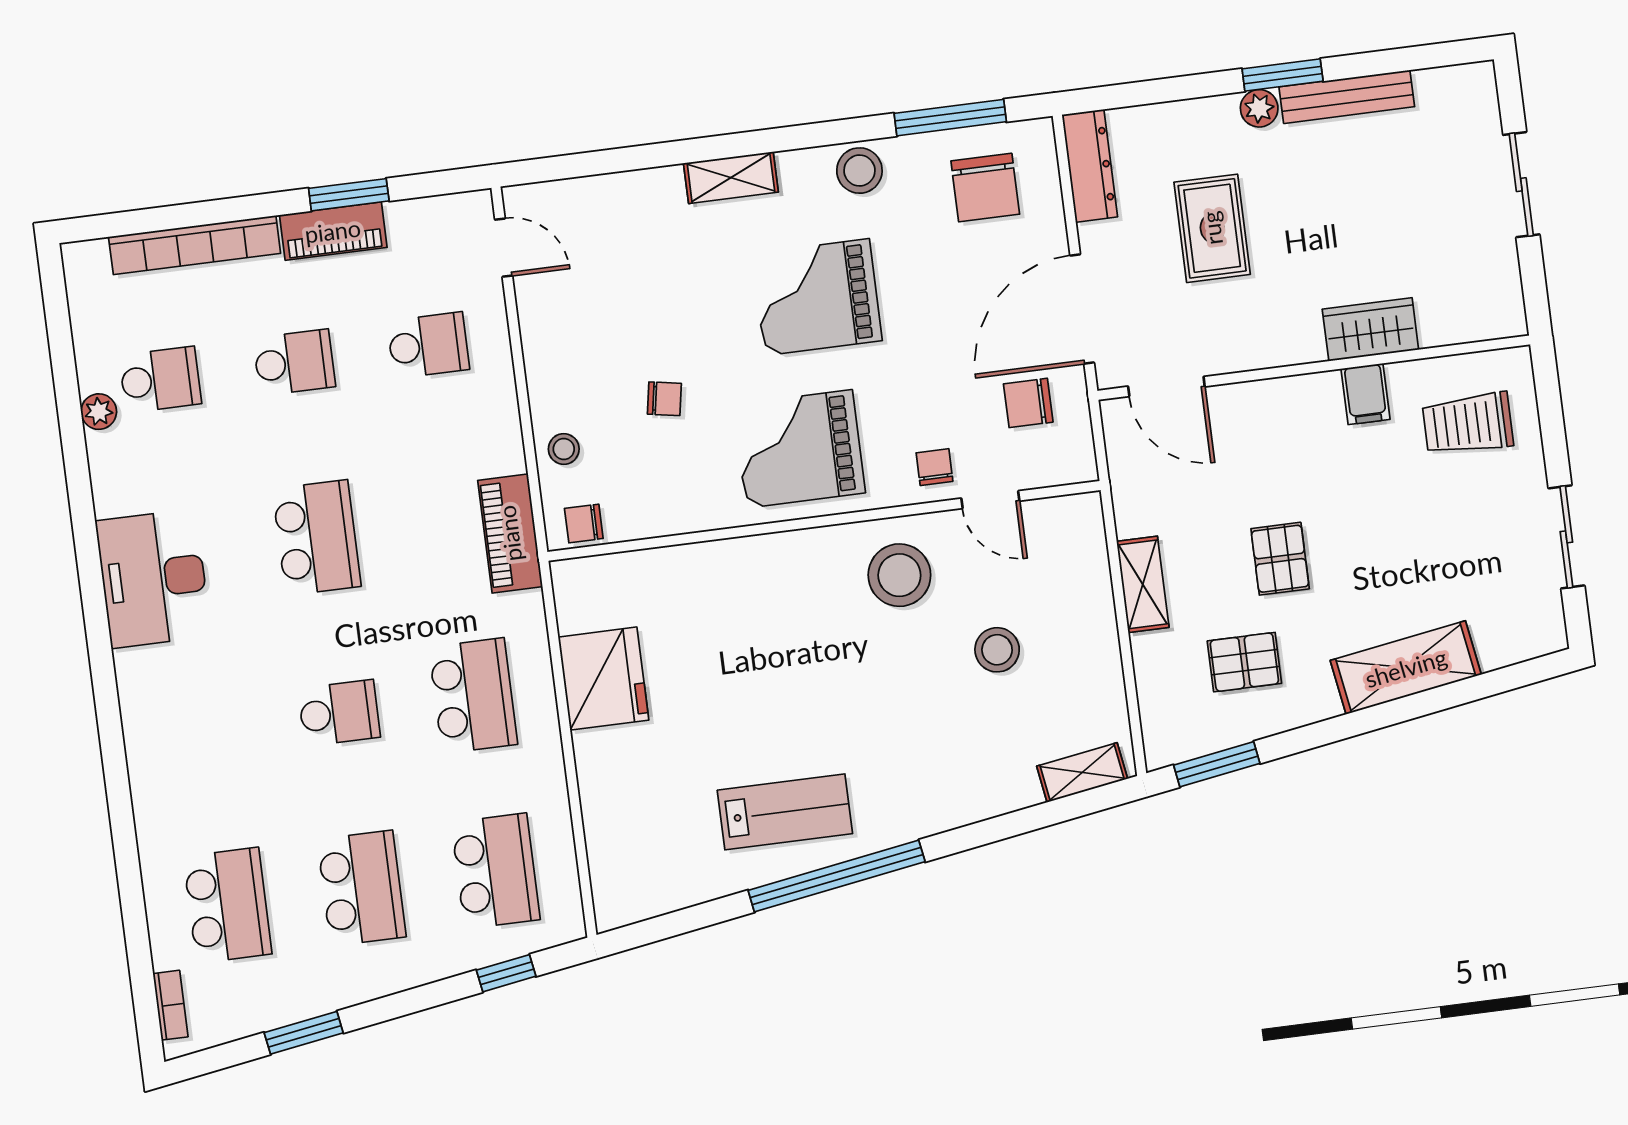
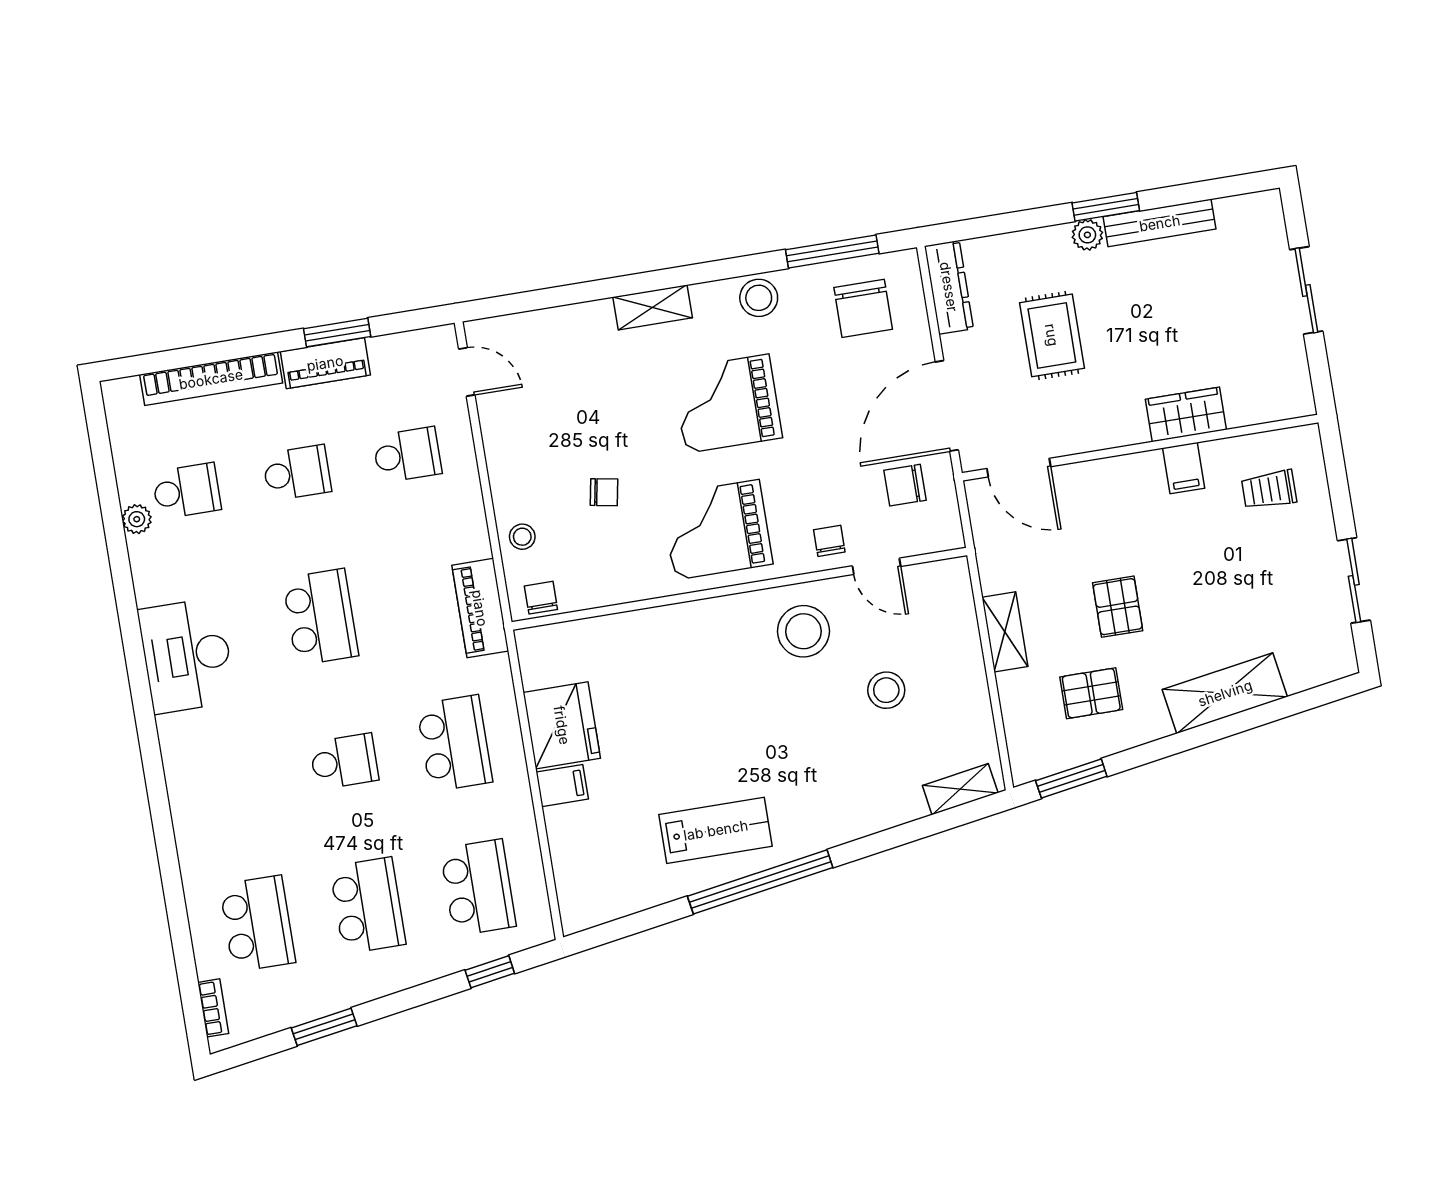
trolley: (1468, 424) -> (1269, 490), width x0.73, depth x0.72
chair: (584, 523) -> (541, 598), turned 90
filing cabinet: (601, 751) -> (562, 786), added

